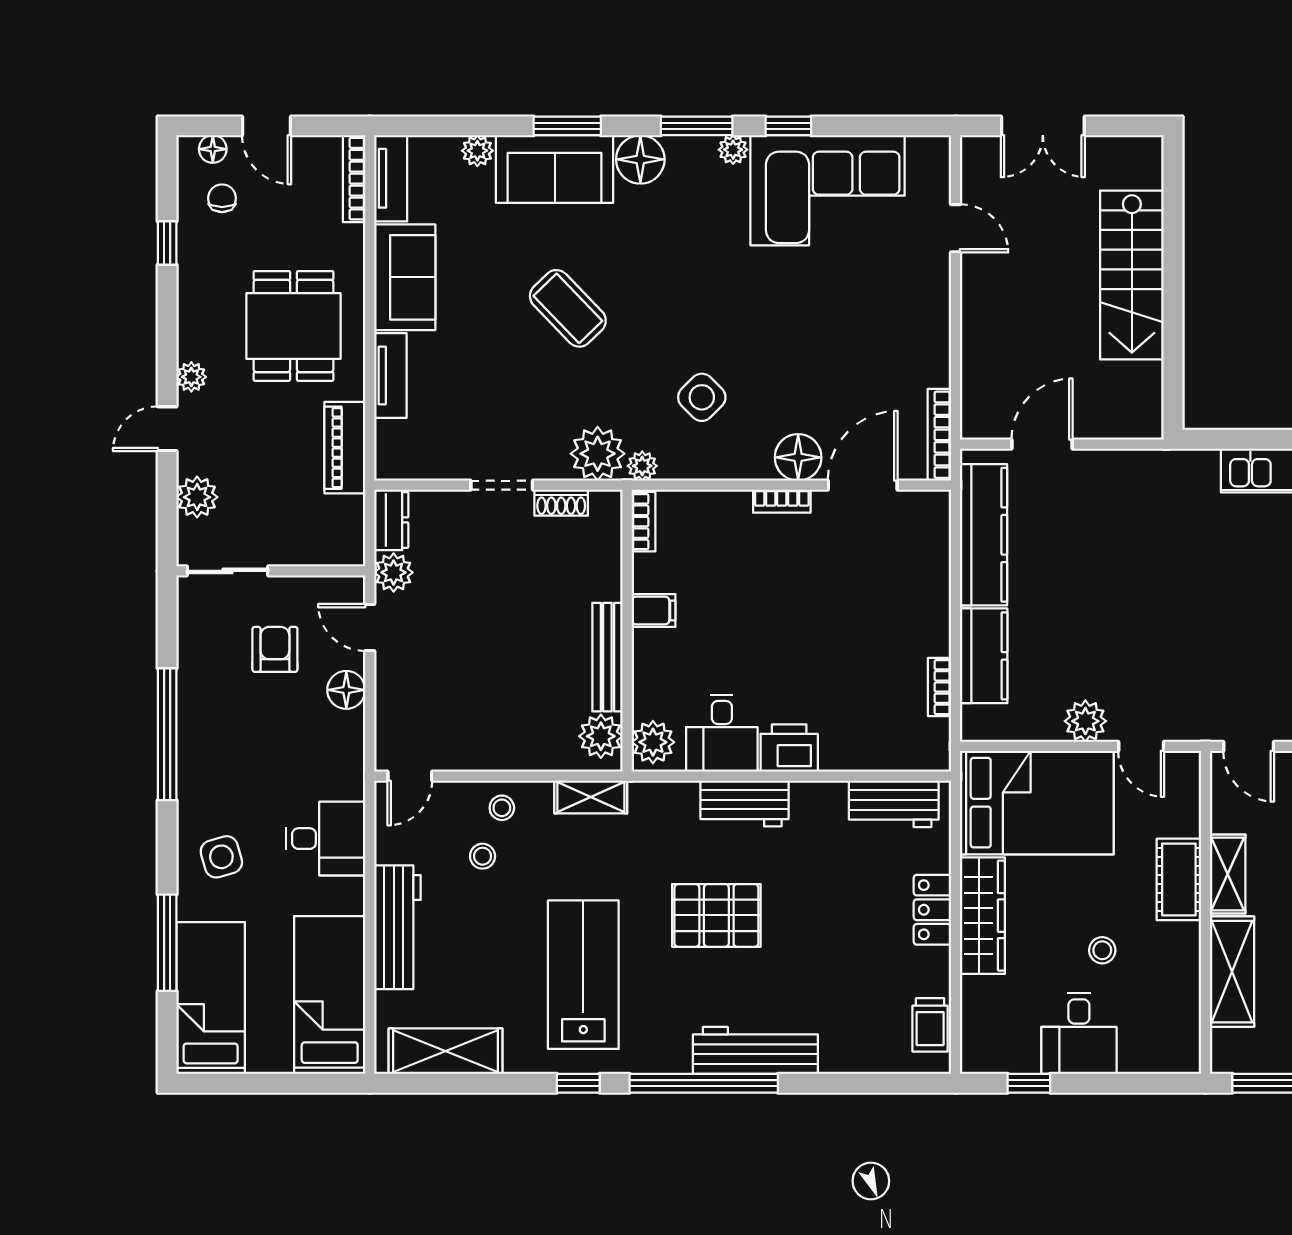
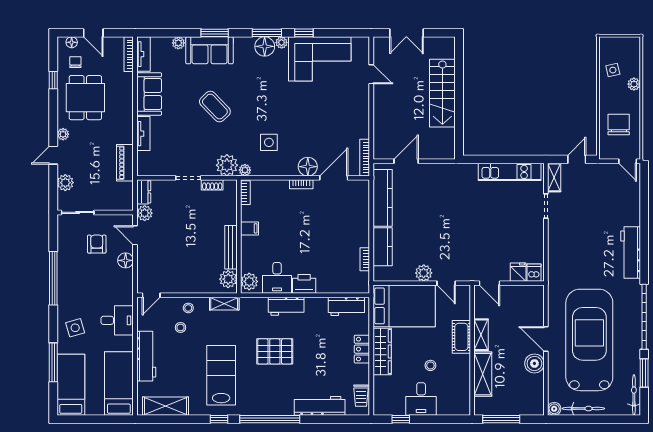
floor lamp: (640, 159) -> (265, 46), moved
dining table: (294, 326) -> (85, 98), moved
side table: (702, 397) -> (269, 142), turned 45
workbench: (755, 1050) -> (320, 406), moved

